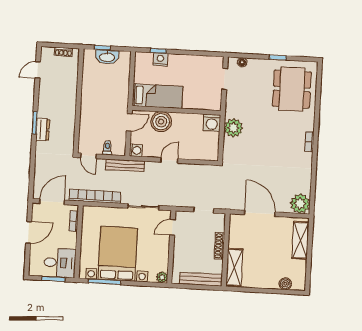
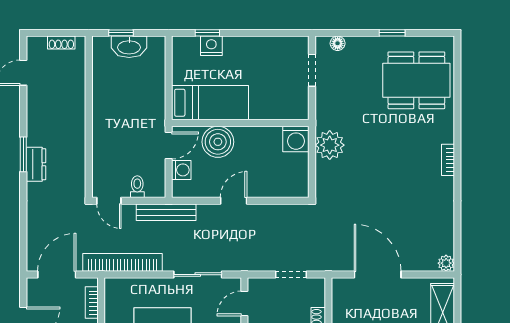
dining table: (292, 89) -> (416, 80), turned 90
washing machine: (136, 150) -> (181, 170), moved
plant: (300, 204) -> (446, 263), width x0.53, depth x0.53

